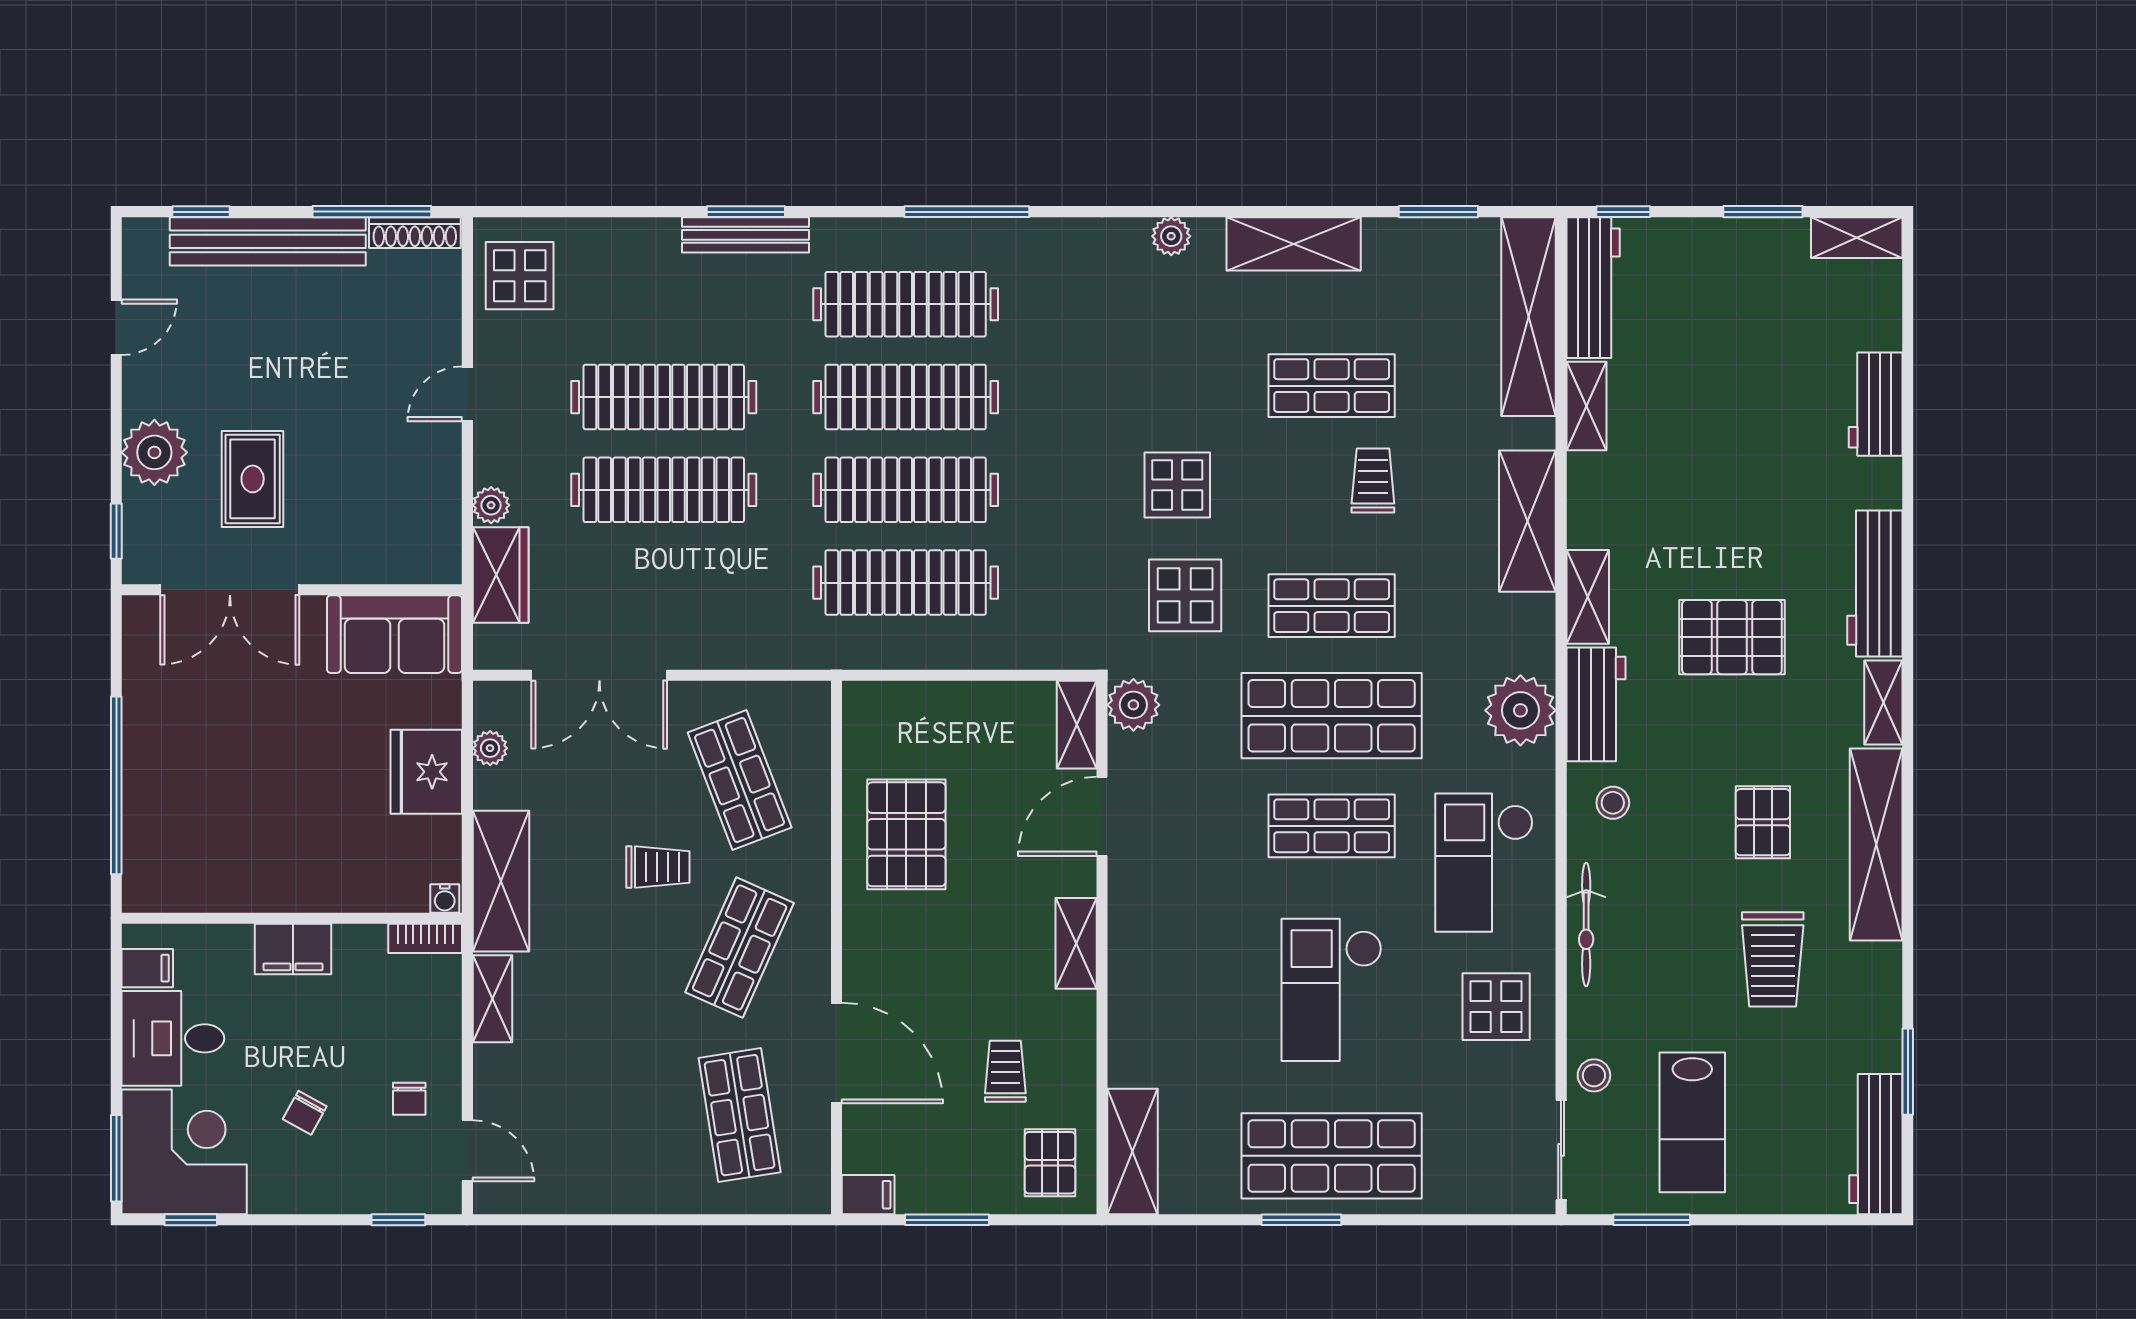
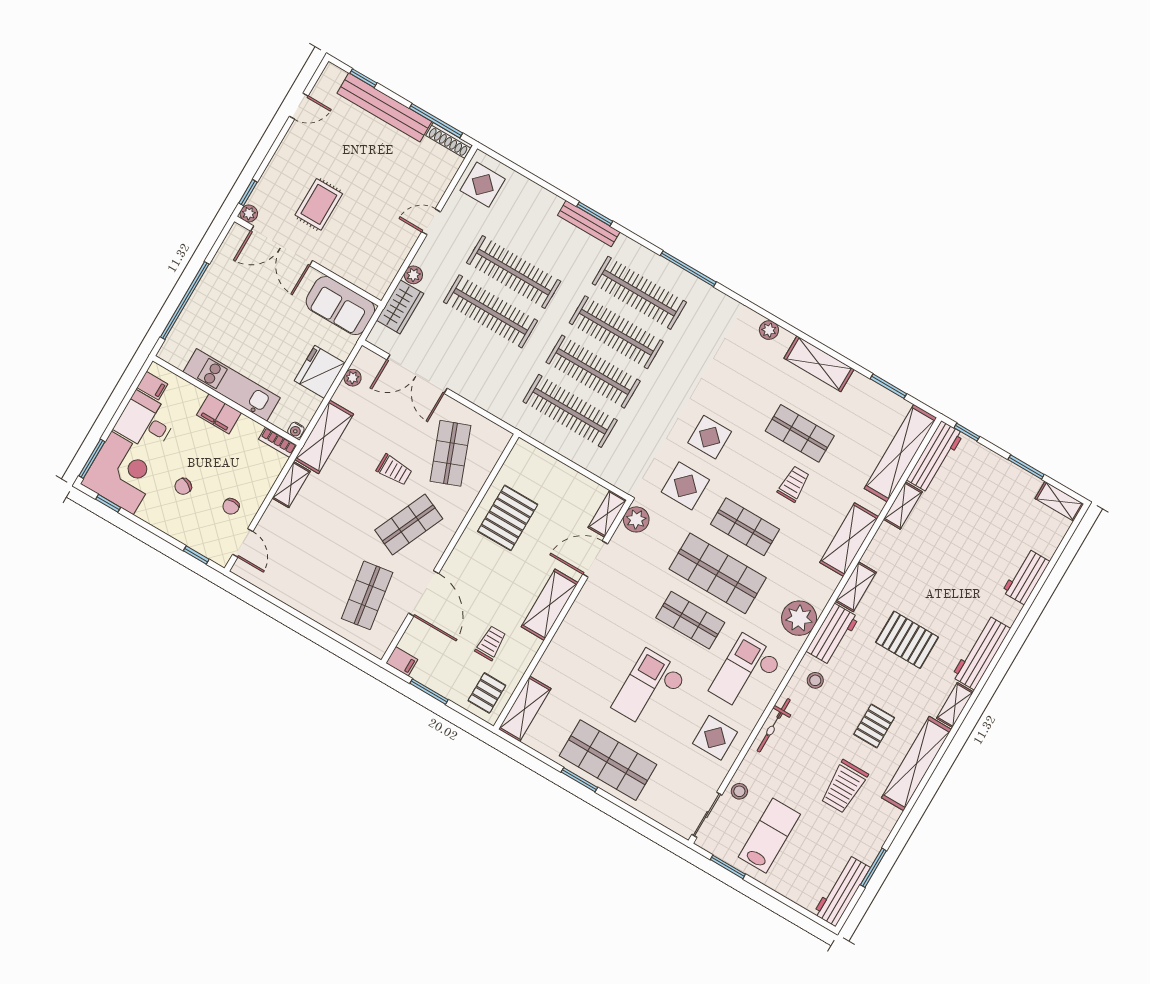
plant: (154, 452) -> (249, 213), moved, width x0.53, depth x0.53
kitchen unit: (285, 885) -> (232, 385), added
shelving: (1076, 943) -> (550, 605), width x1.50, depth x1.33
lab bench: (1692, 1122) -> (769, 836), turned 180

